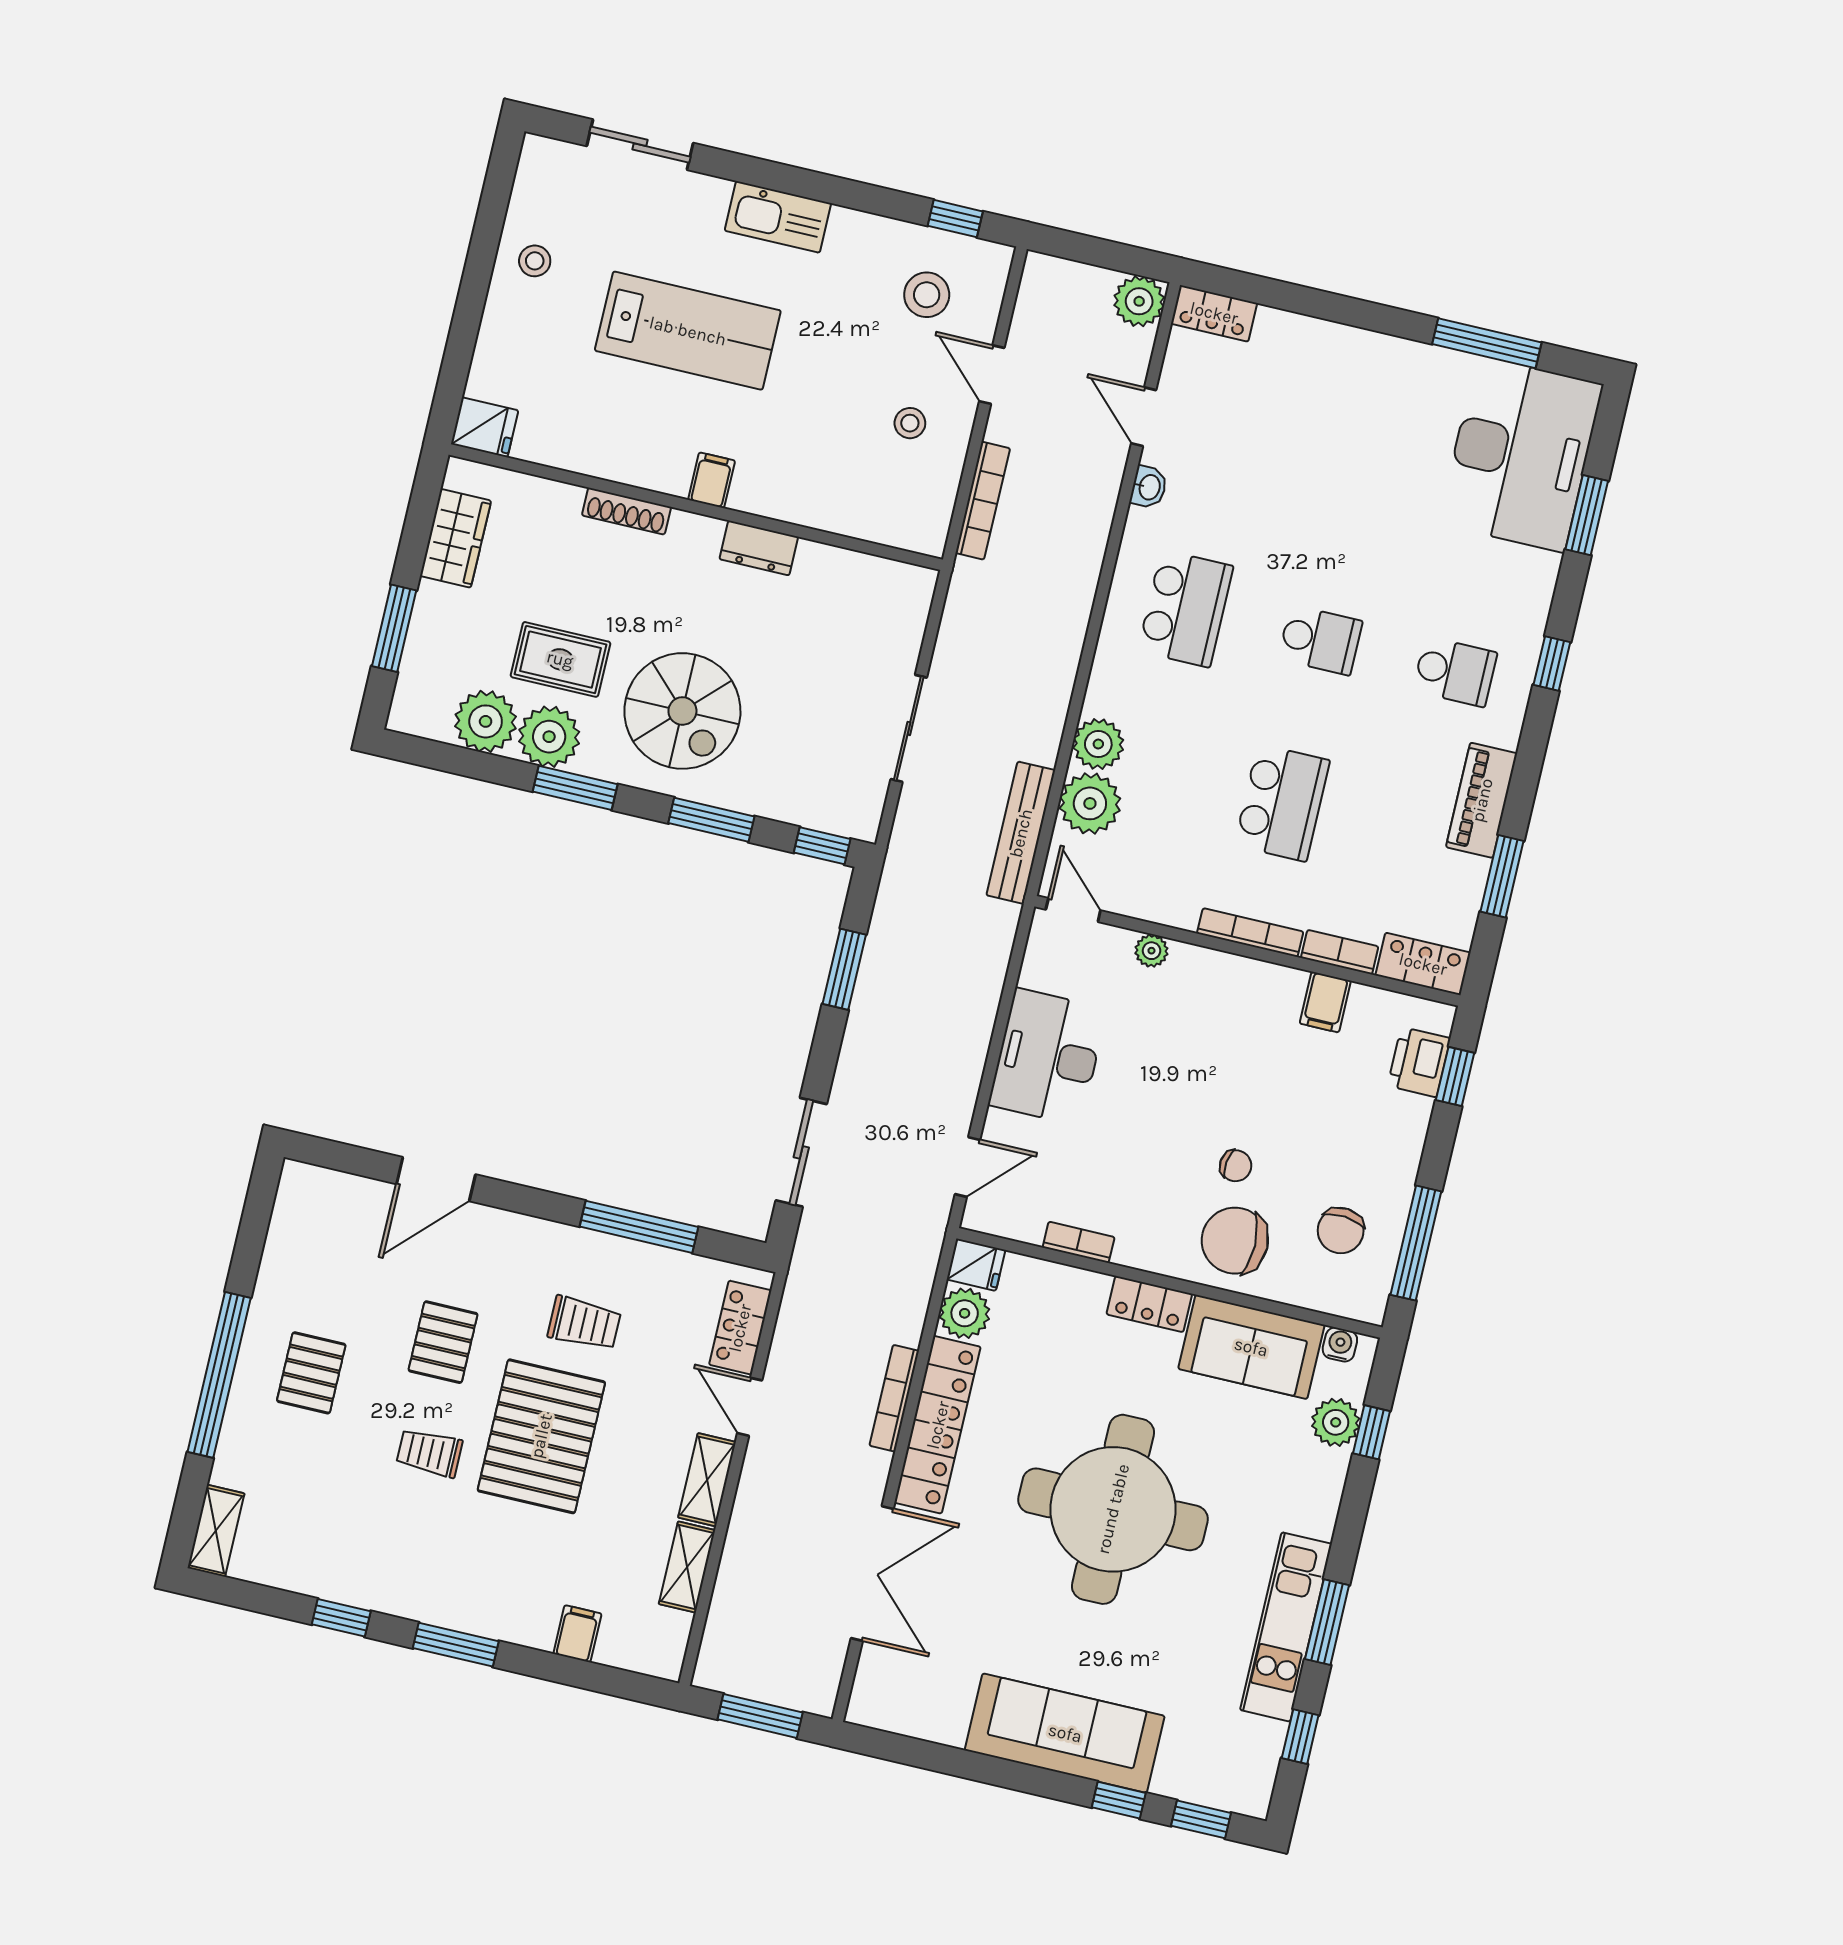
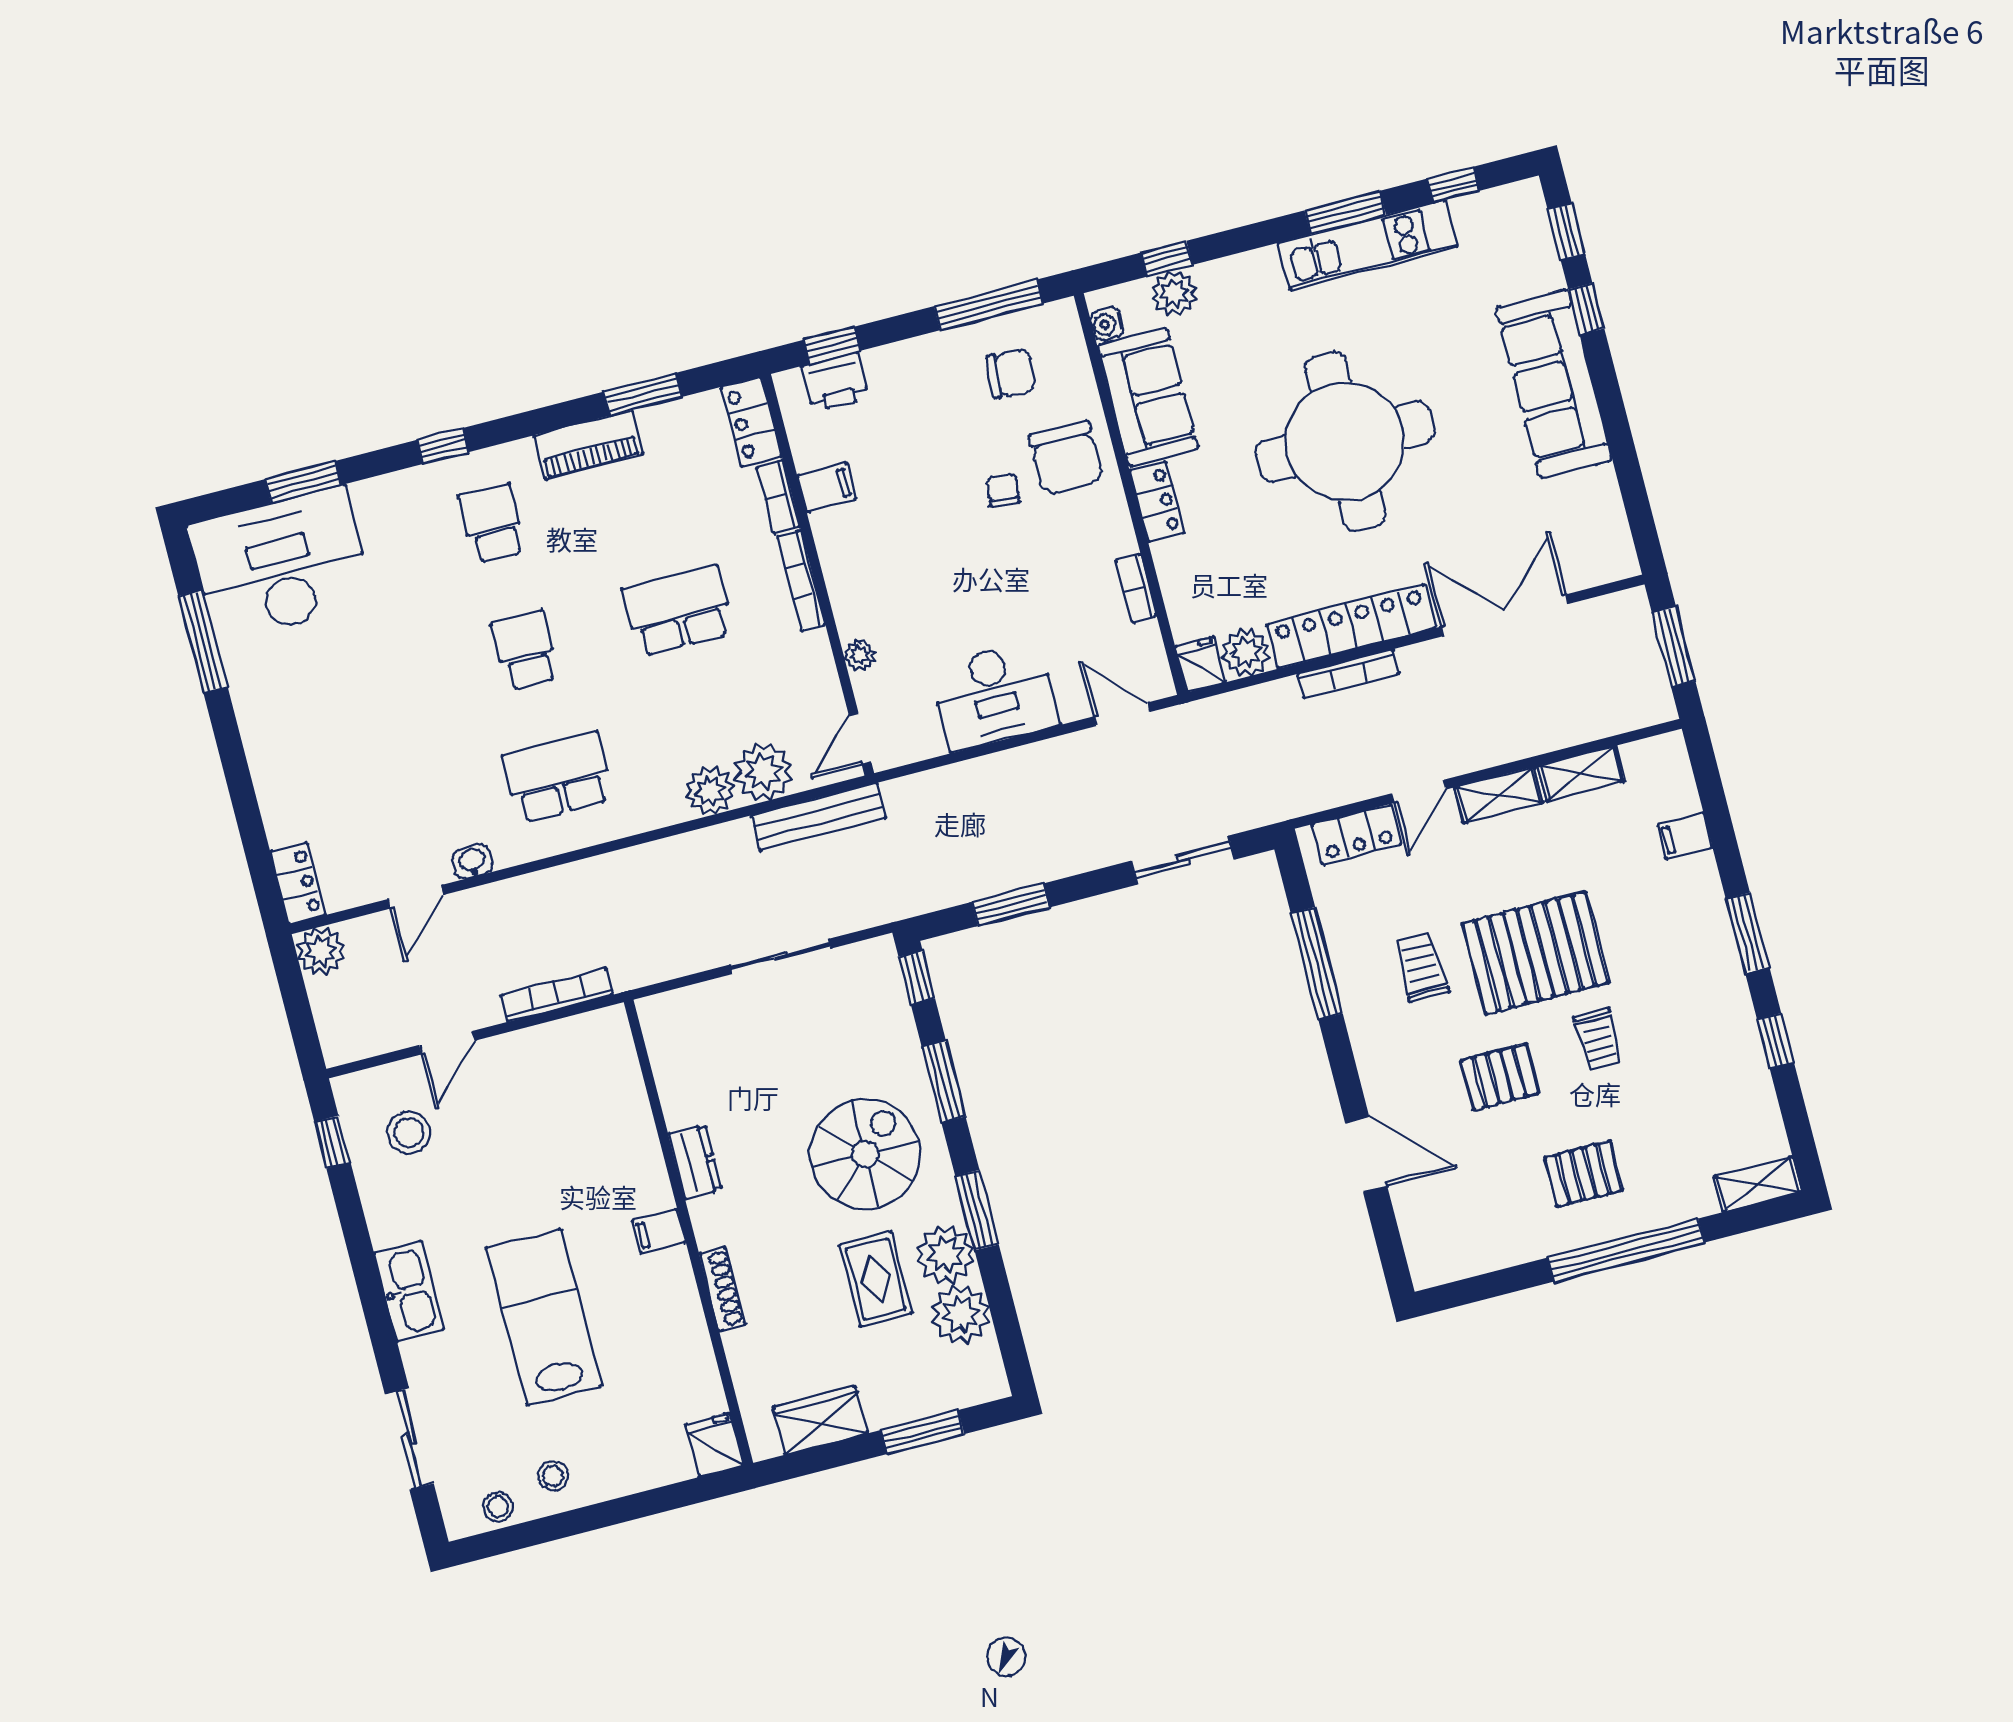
stool: (910, 423) -> (498, 1507), moved

